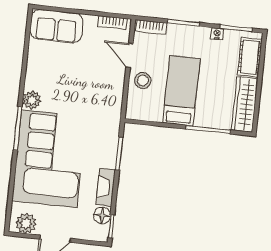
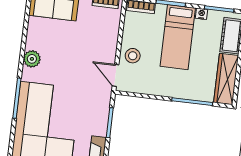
door: (129, 55) -> (116, 75), moved
bed: (181, 91) -> (178, 37), moved, turned 180
plant: (32, 100) -> (32, 59), moved

